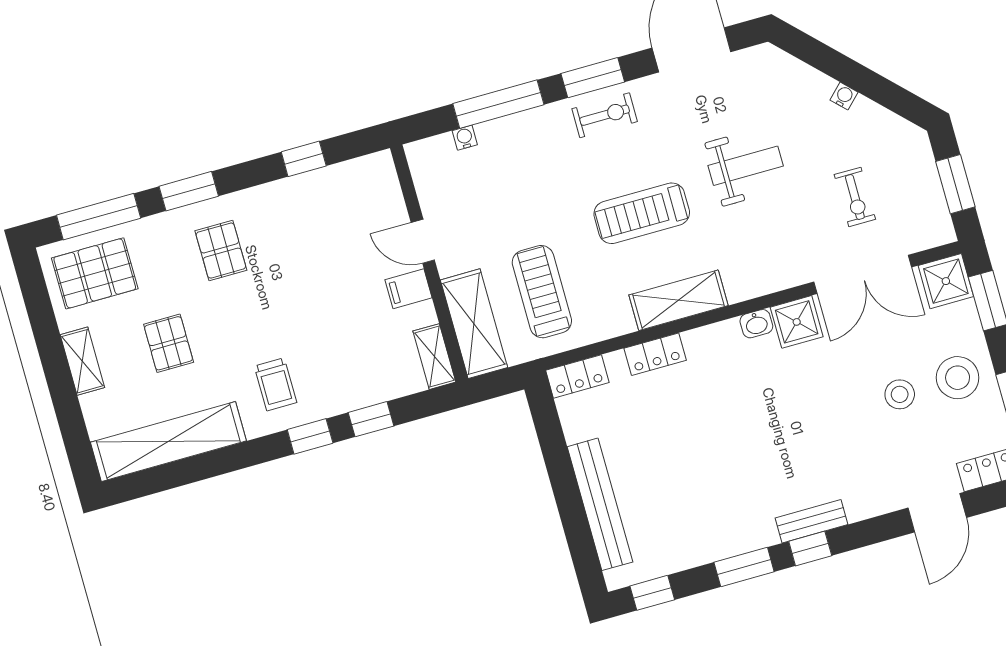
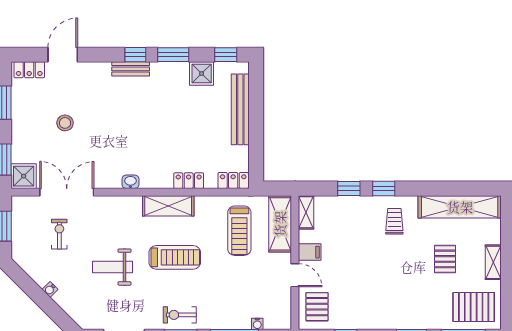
pallet: (221, 251) -> (317, 307), moved
shower: (797, 322) -> (202, 73), moved
stool: (958, 378) -> (32, 123), removed

